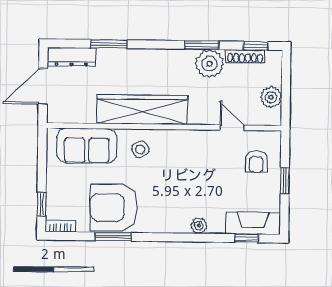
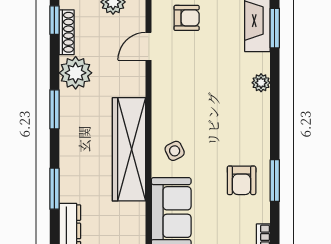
window: (202, 45) -> (54, 109), moved
armchair: (114, 208) -> (242, 180), width x0.53, depth x0.53
window: (246, 238) -> (275, 28), width x1.50

